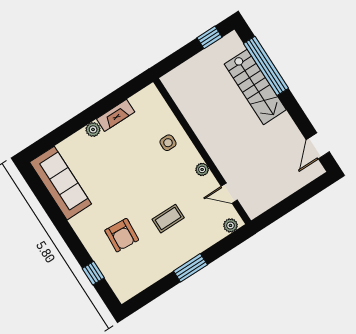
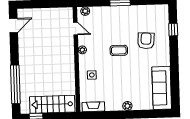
stairs: (255, 87) -> (52, 104), moved, turned -90
fireplace: (116, 115) -> (93, 107), moved
coffee table: (168, 219) -> (119, 50), moved

